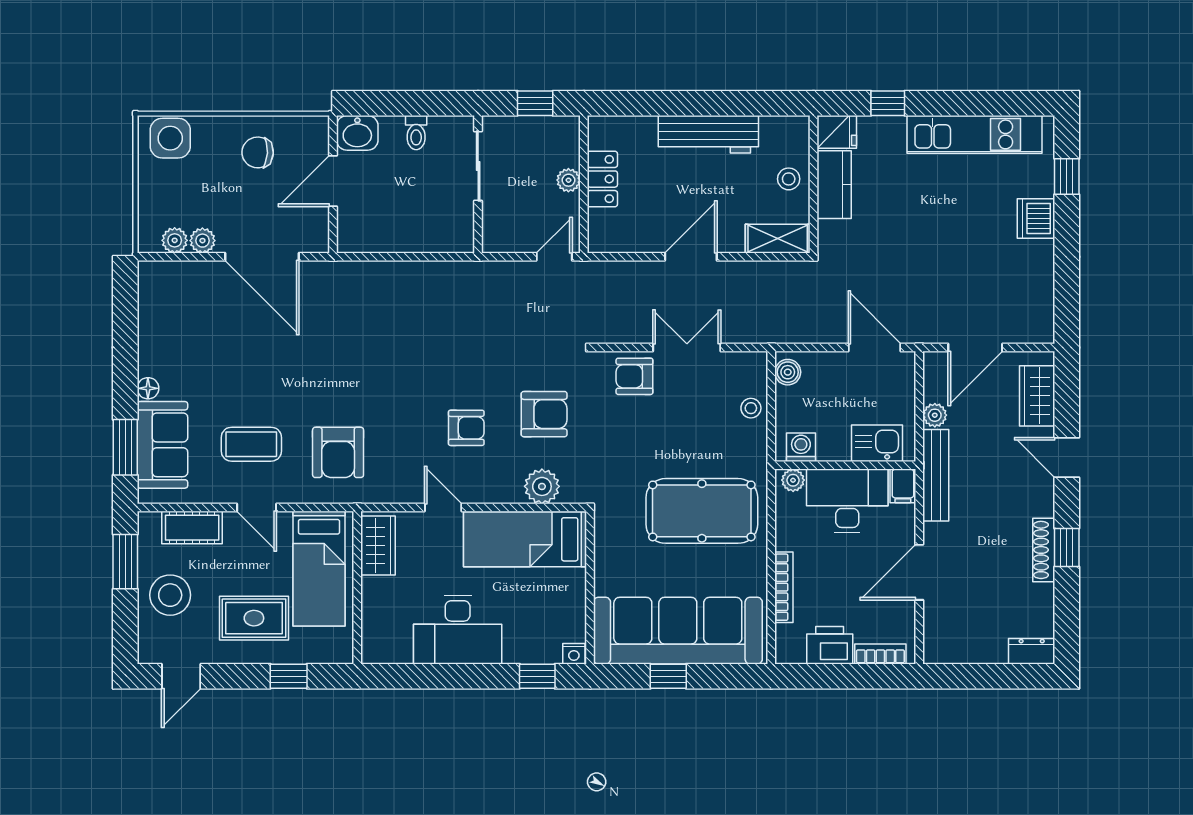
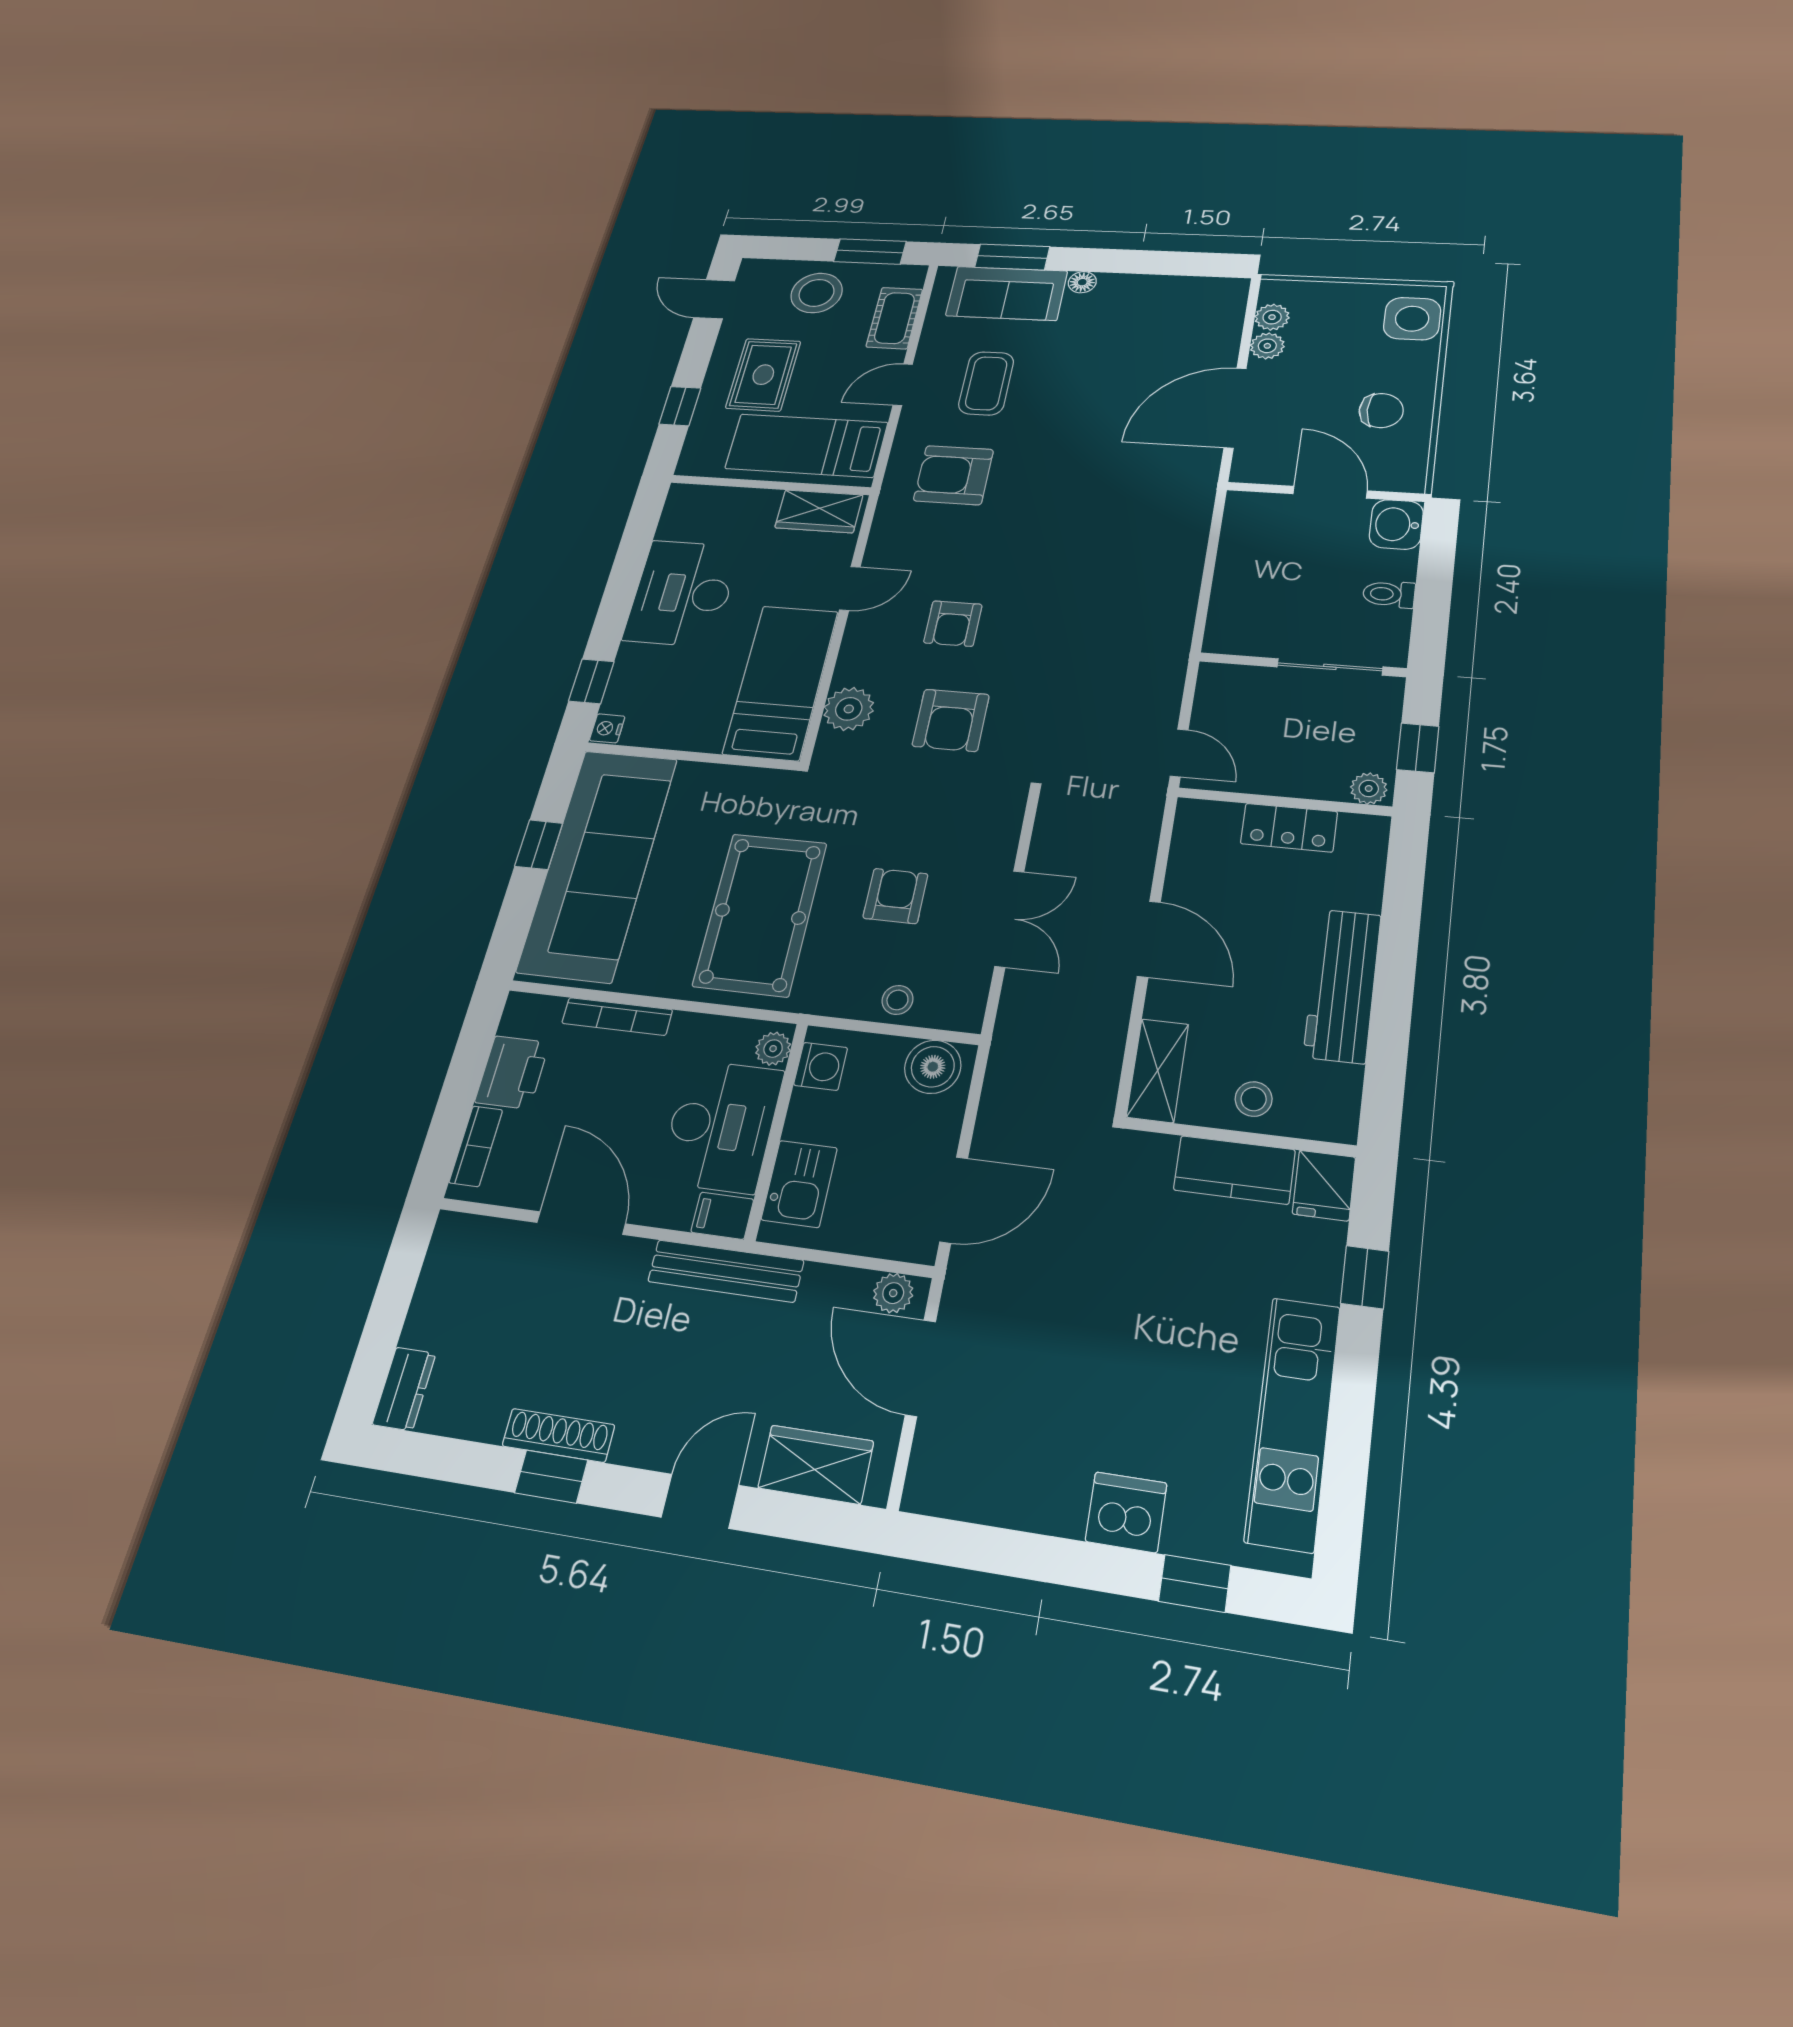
chair: (258, 152) -> (1381, 411), turned 87
plant: (568, 180) -> (1369, 789), moved
boiler: (788, 372) -> (933, 1067), width x1.36, depth x1.36
armchair: (634, 376) -> (895, 896), moved
plant: (935, 415) -> (893, 1293), moved

